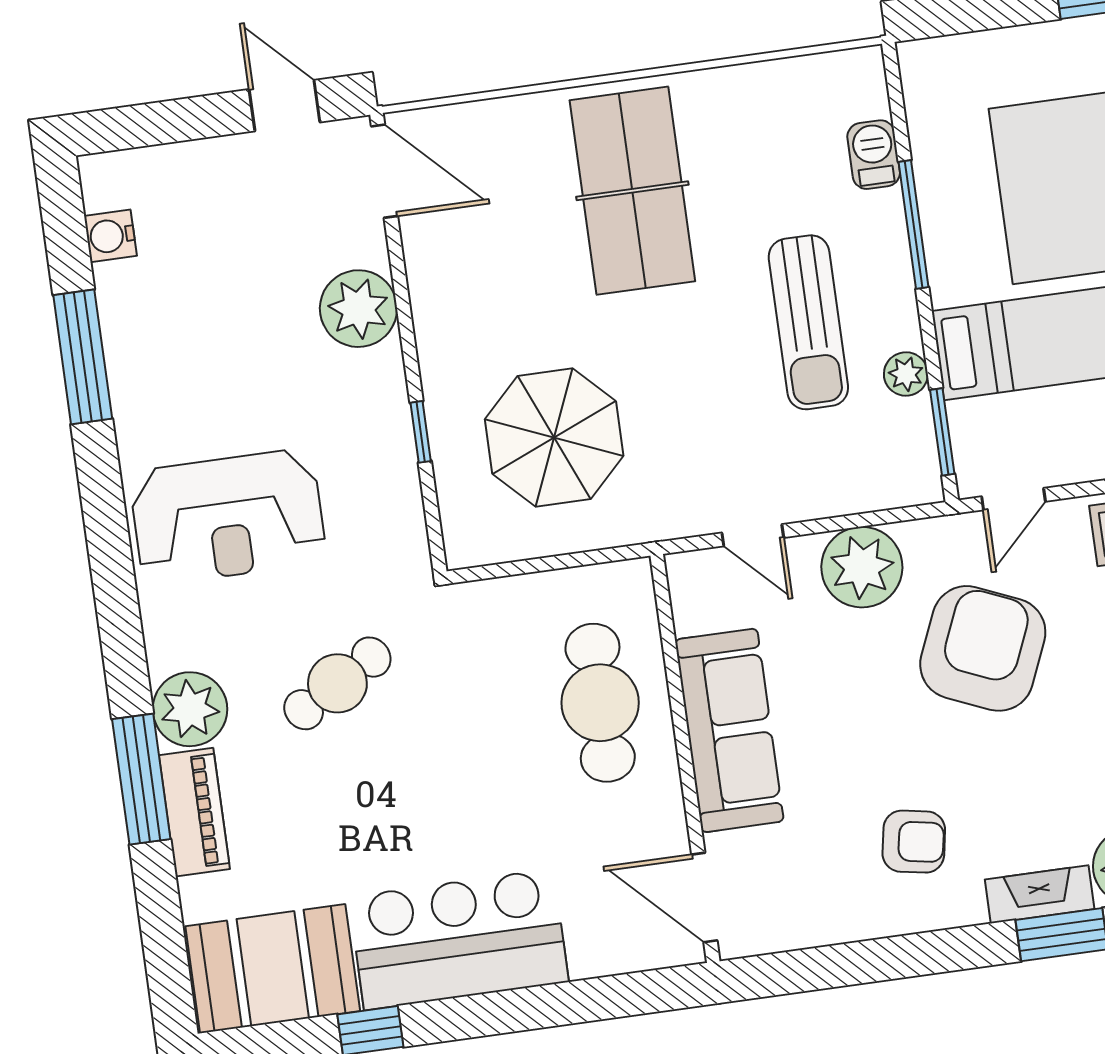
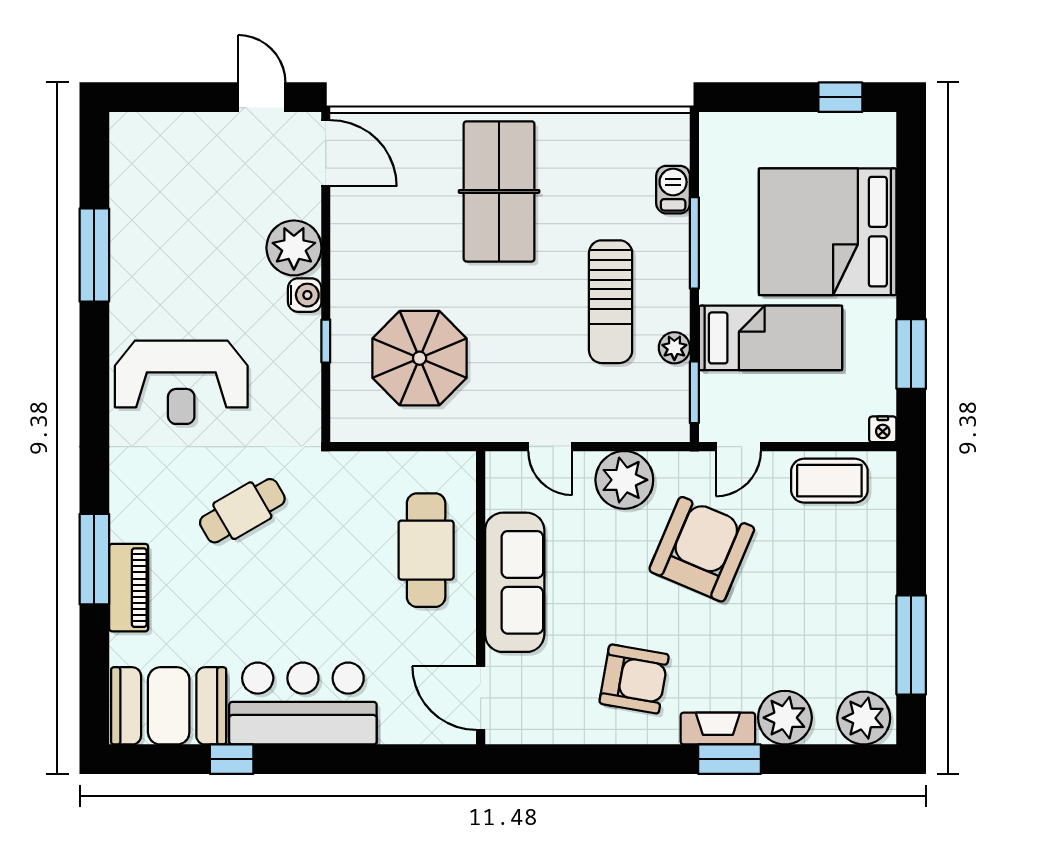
water cooler: (110, 236) -> (305, 295), moved, turned 180
plant: (190, 709) -> (136, 514), removed
armchair: (914, 842) -> (634, 679), width x1.38, depth x1.38

